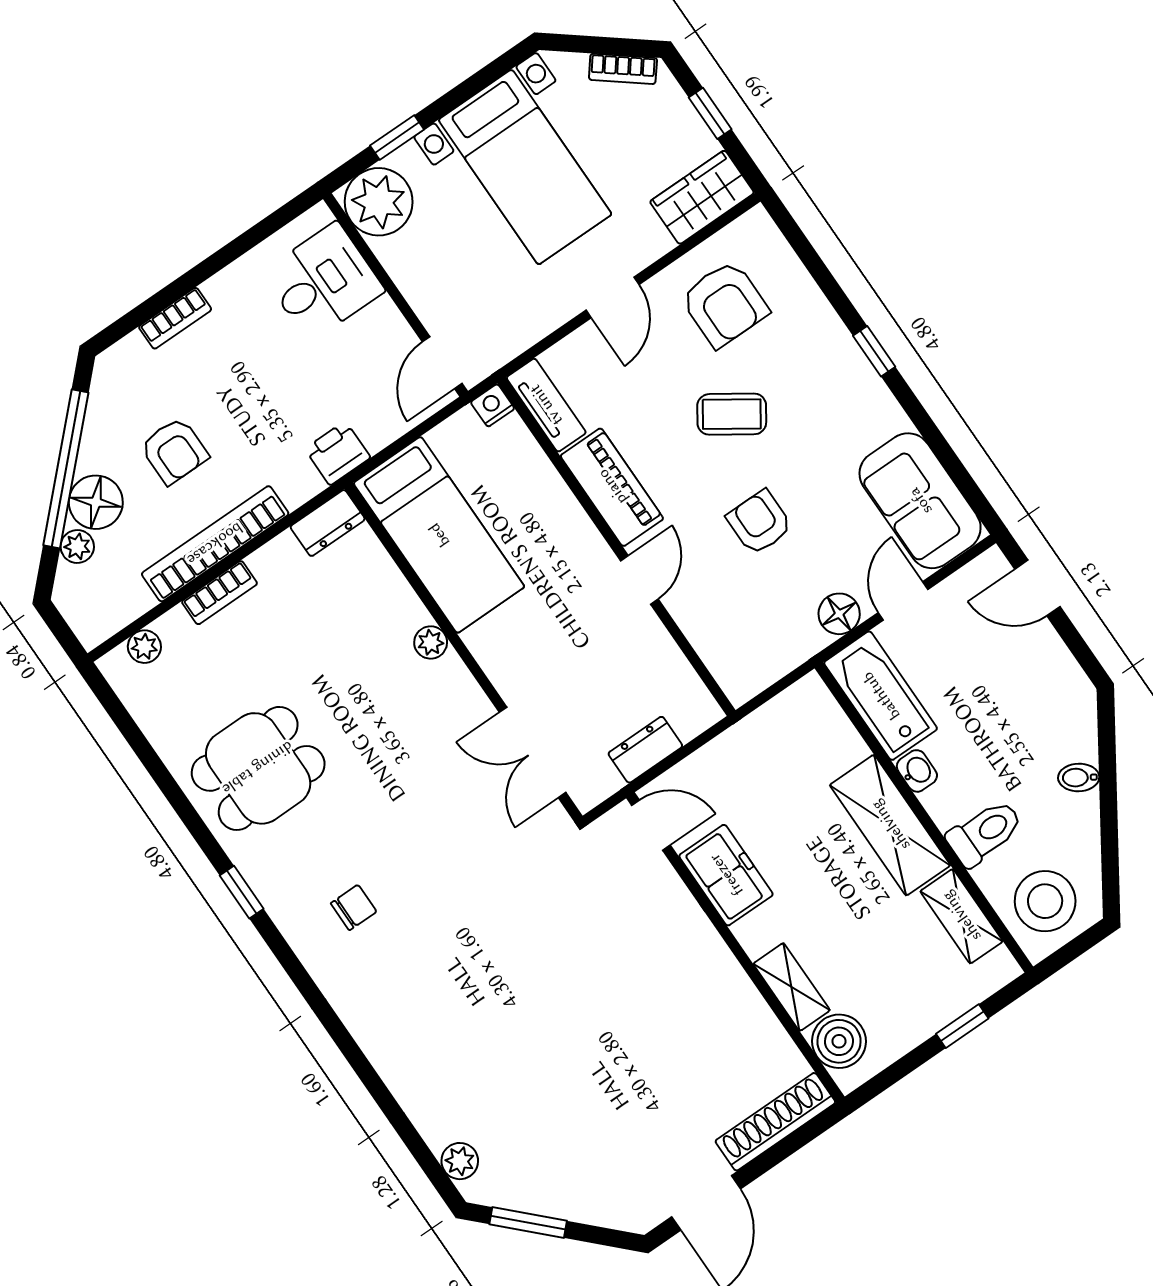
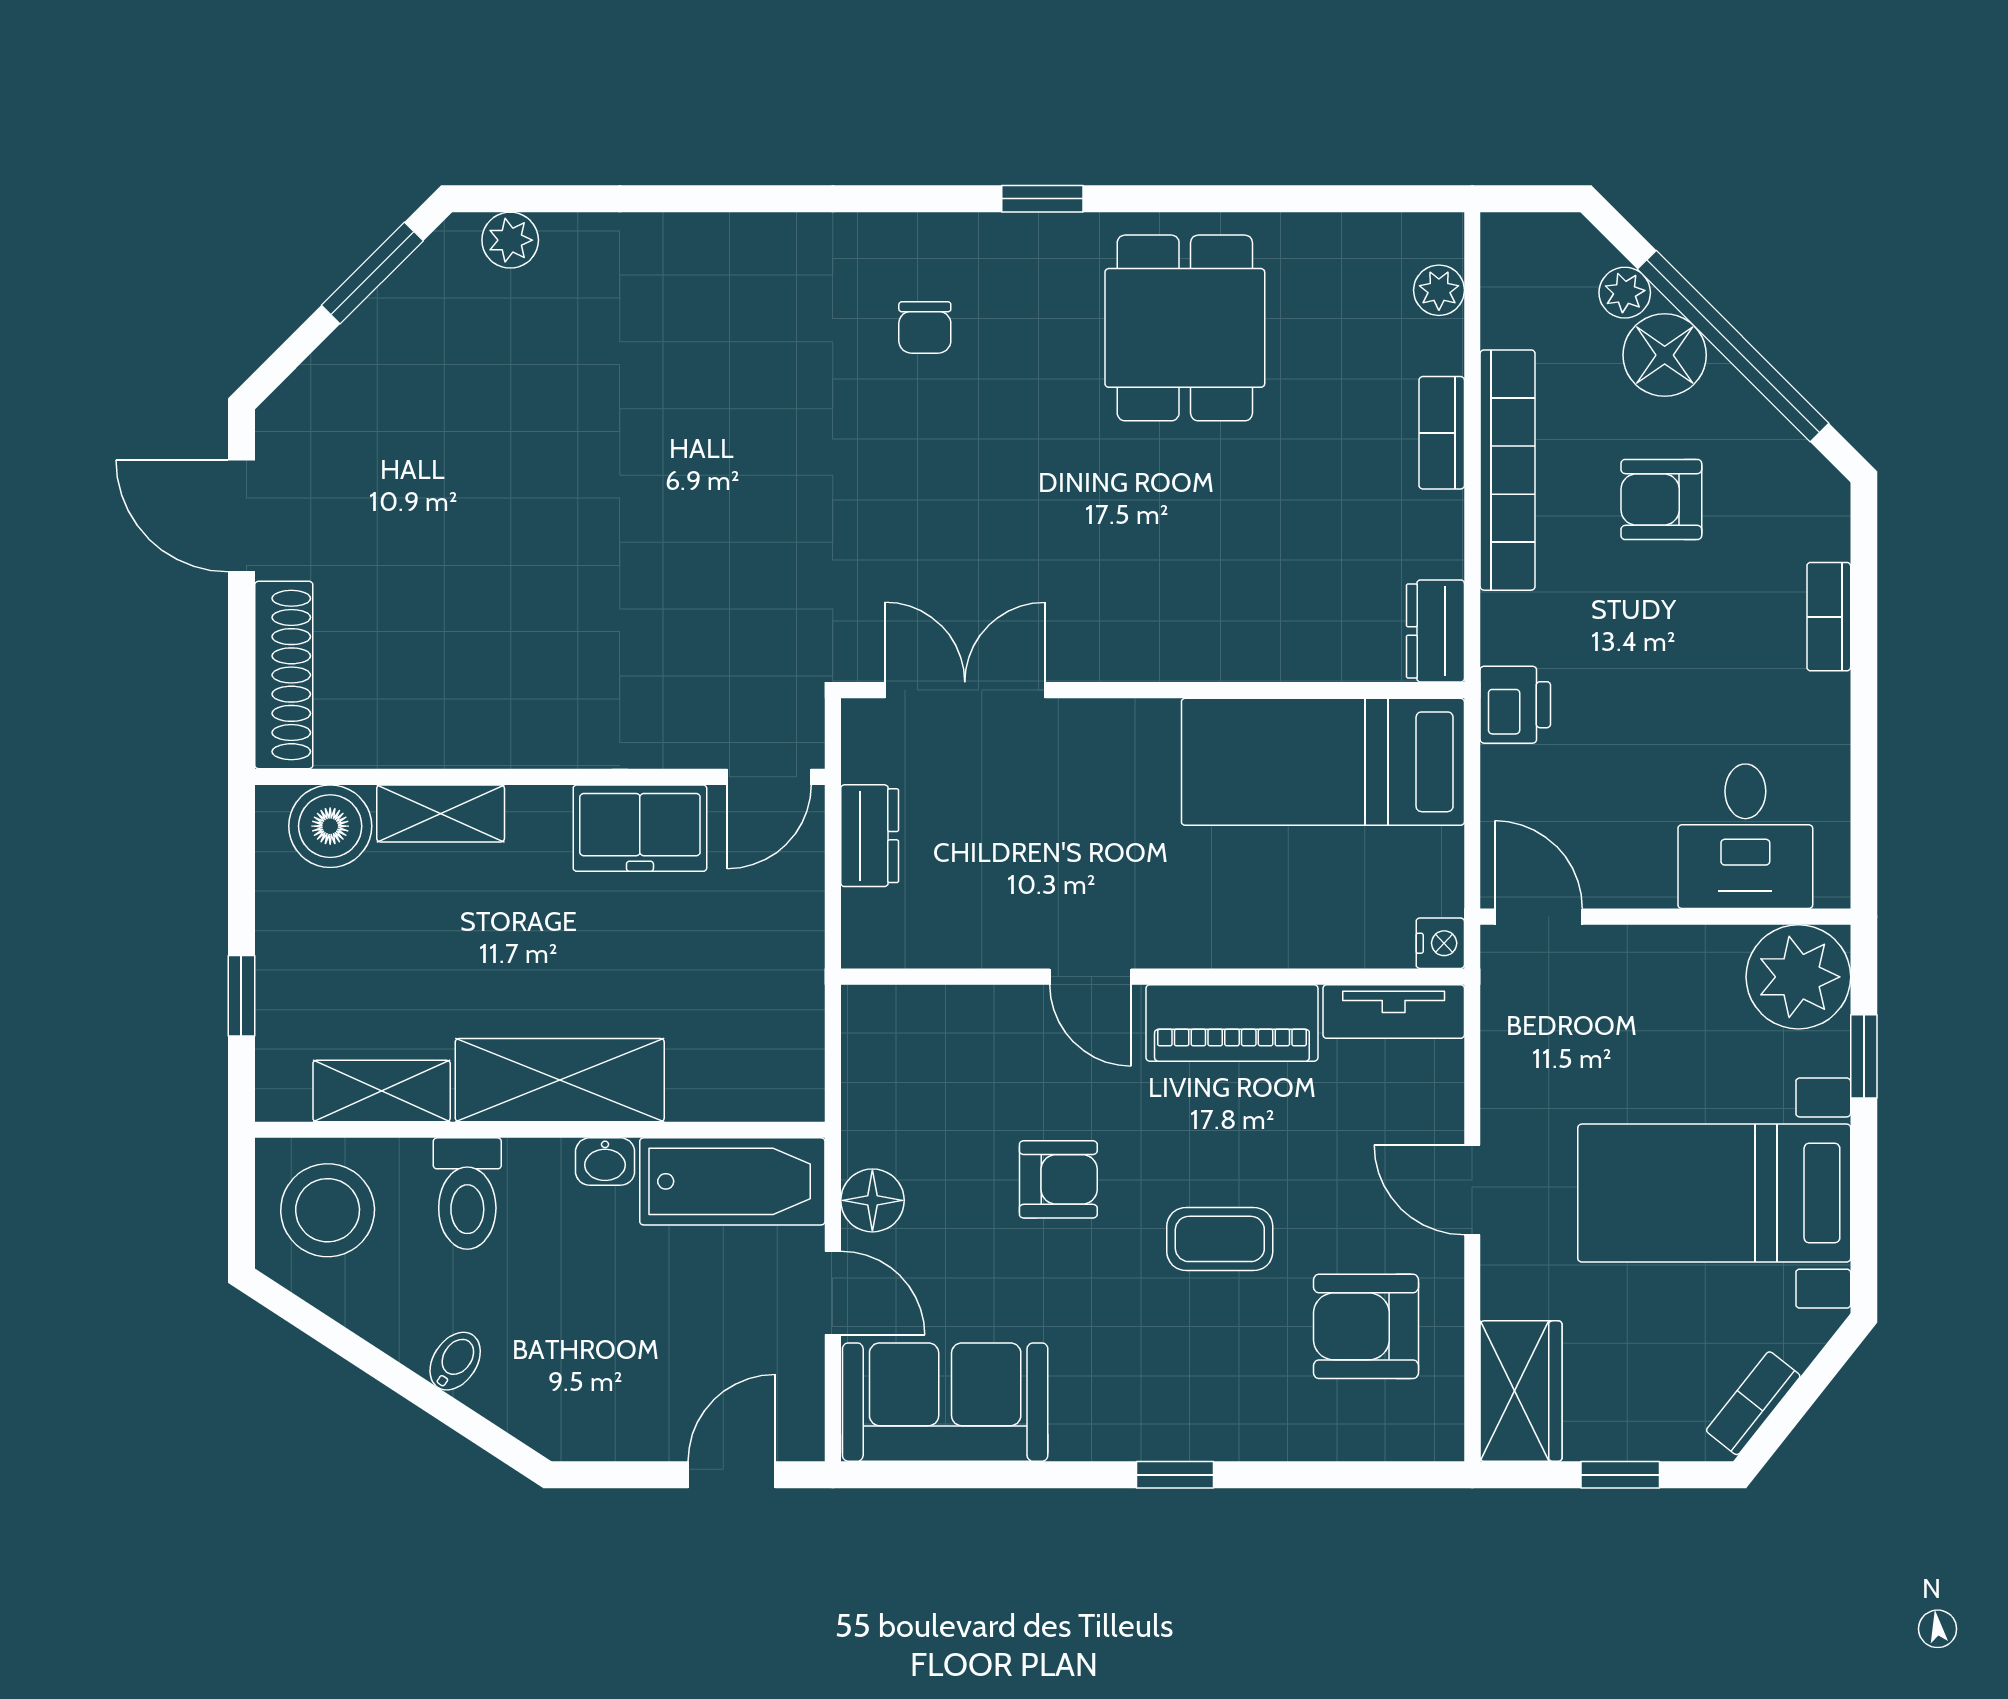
coffee table: (732, 414) -> (1220, 1239), turned 56
plant: (431, 642) -> (1194, 657), removed

